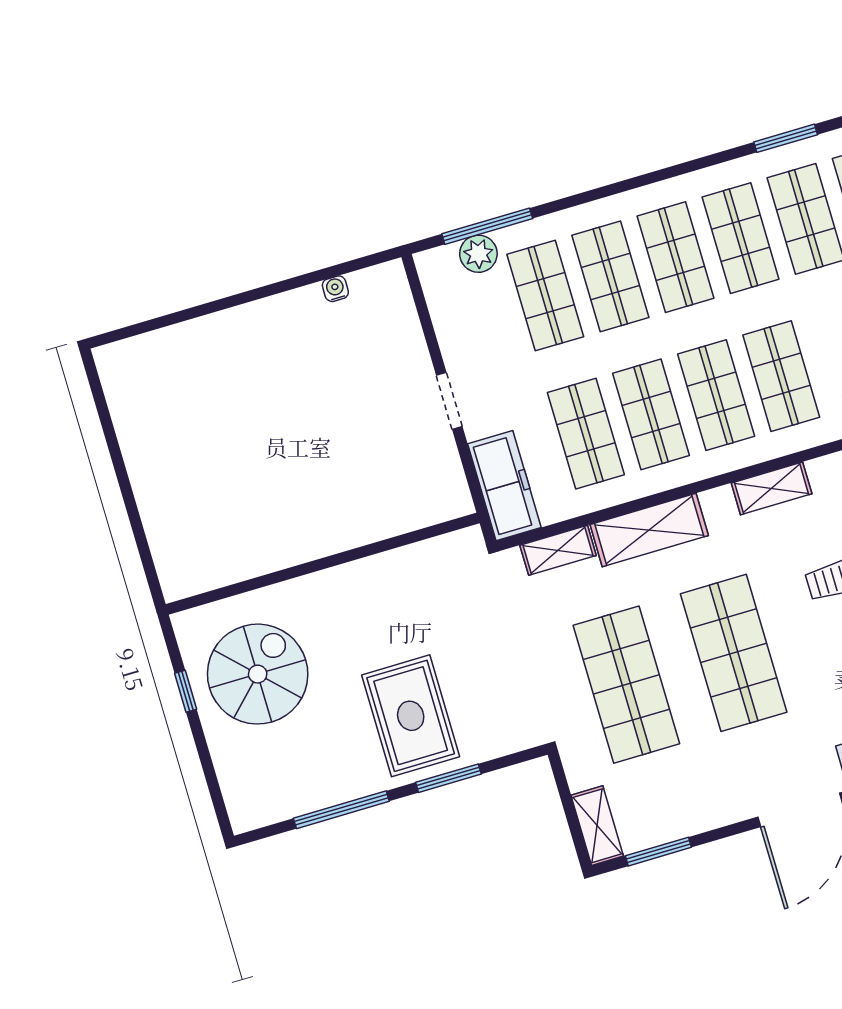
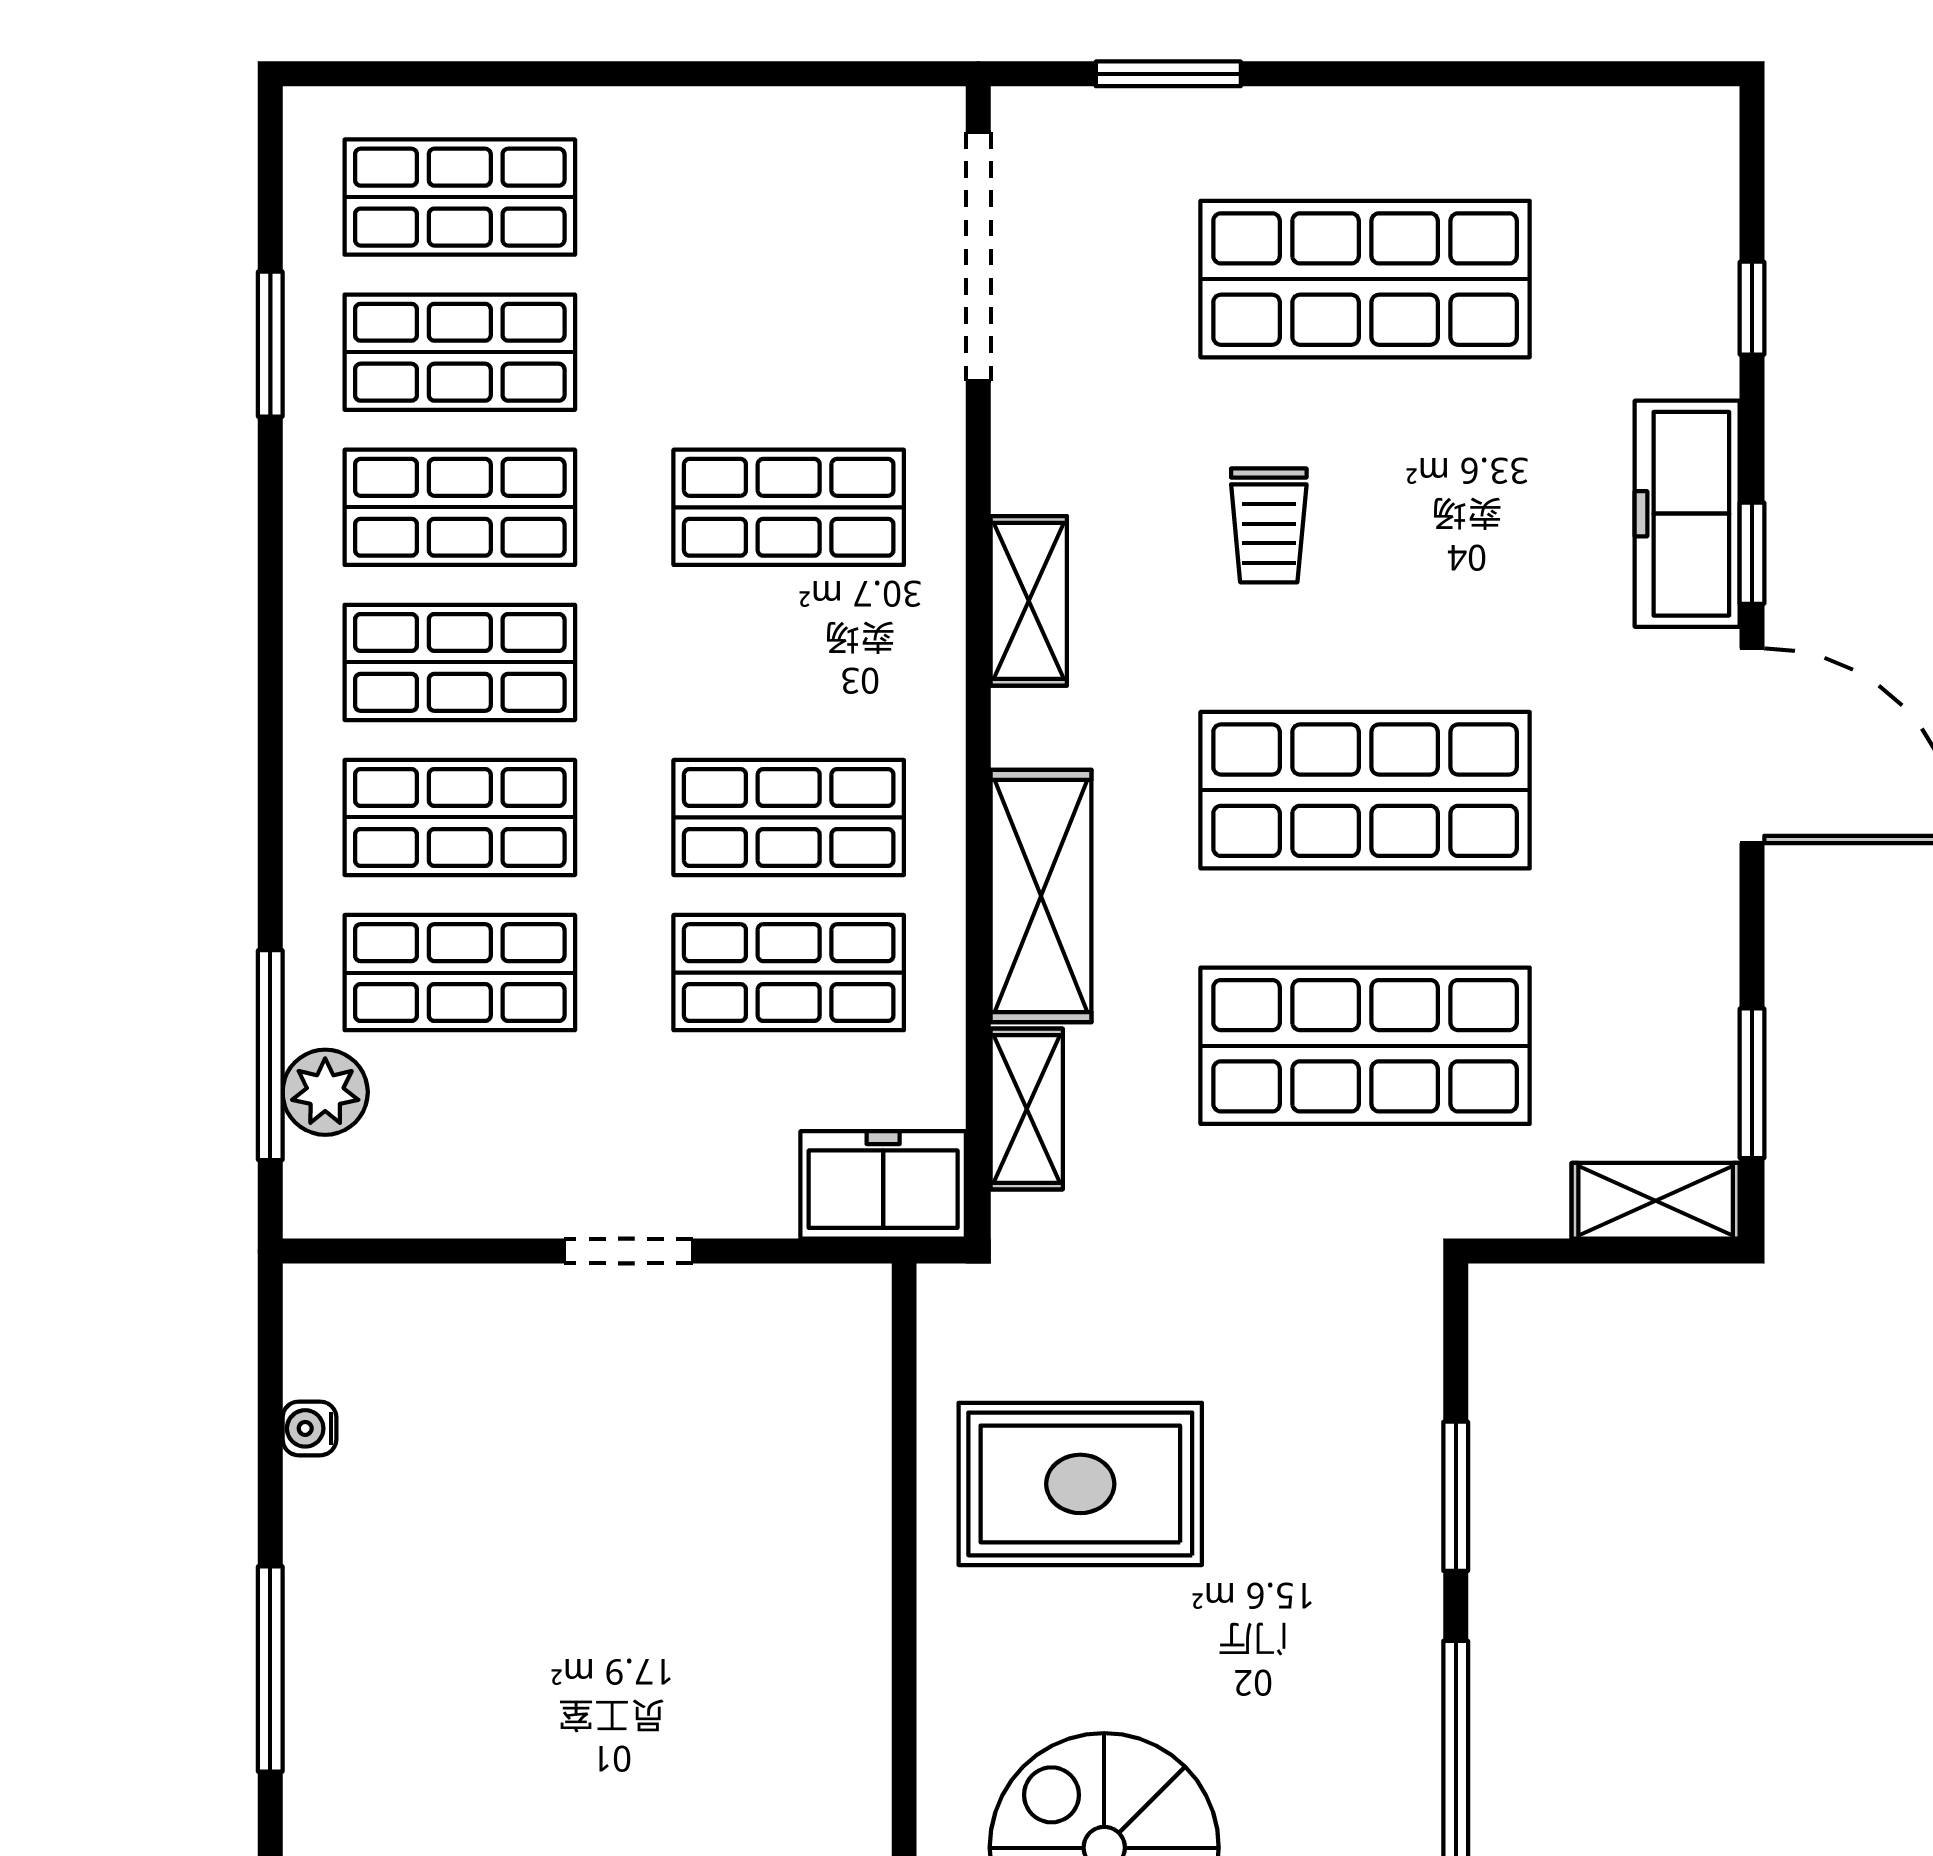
window: (230, 302) -> (270, 1669), added
shop shelf: (716, 395) -> (789, 662), removed
freezer: (504, 486) -> (883, 1185), width x0.71
rug: (411, 716) -> (1080, 1484), moved

